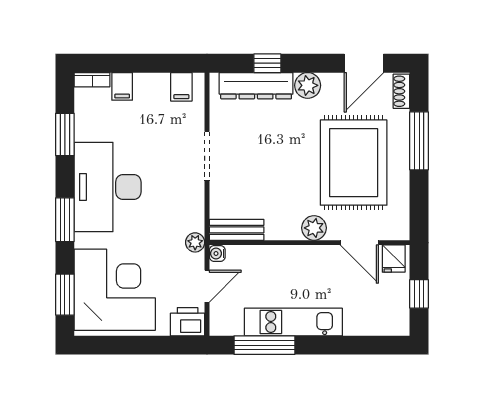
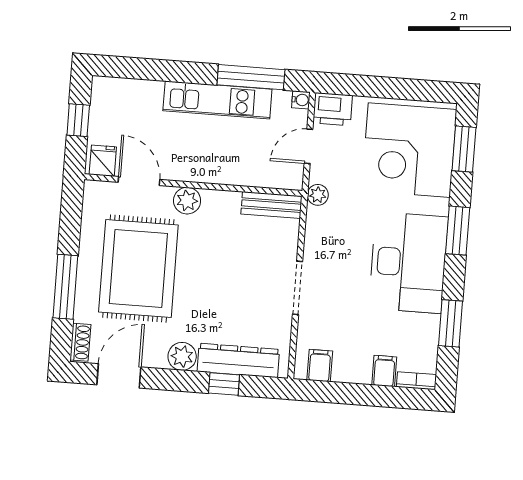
water cooler: (217, 253) -> (301, 100), moved

